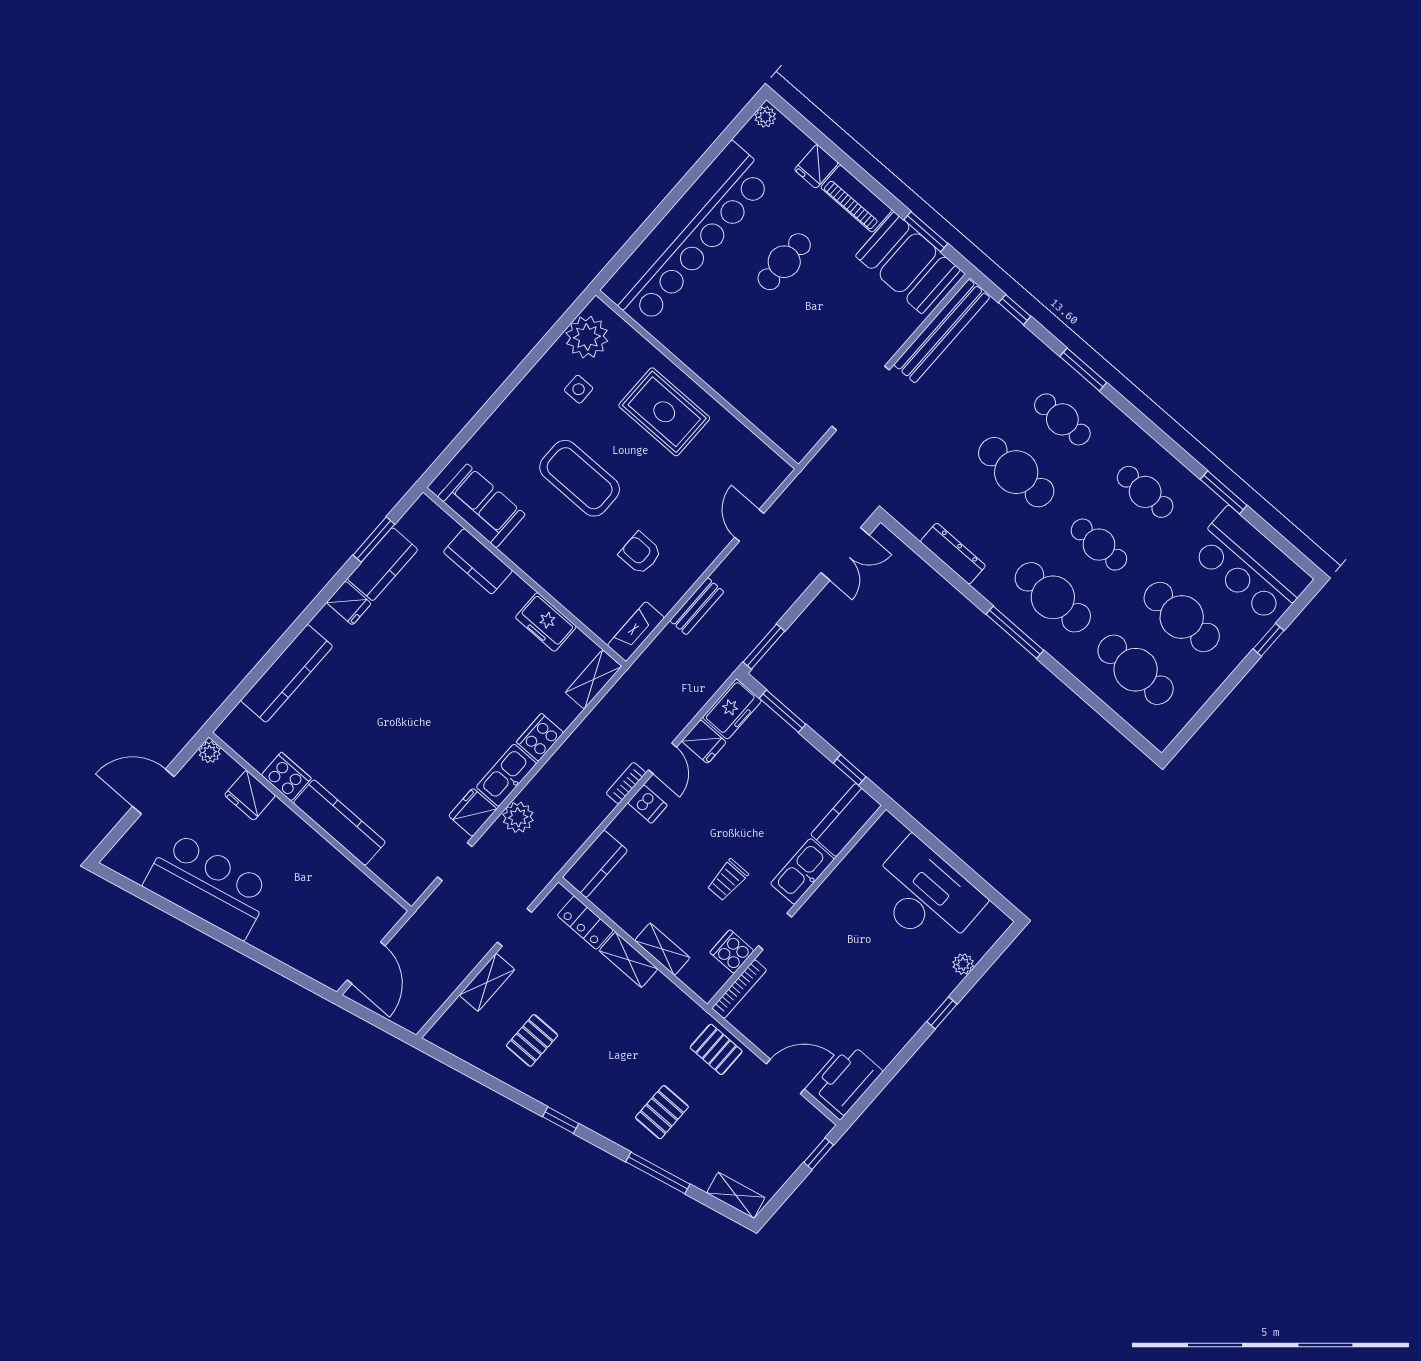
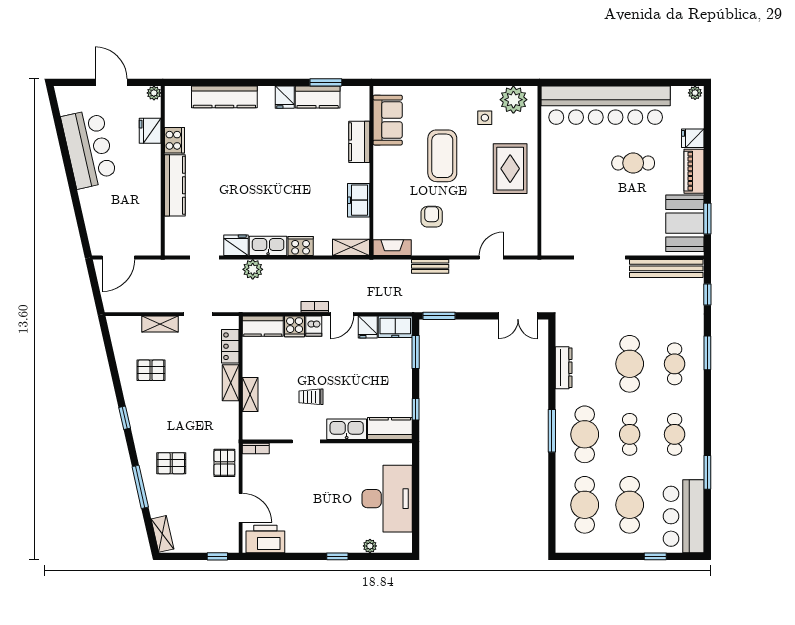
cooker: (732, 952) -> (295, 326), moved, turned 180
bookcase: (739, 989) -> (256, 449), width x0.64

